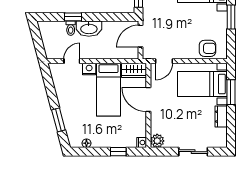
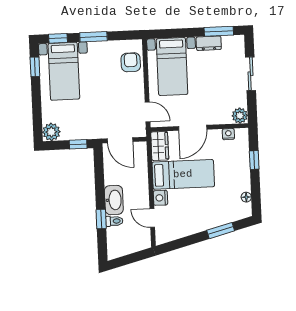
window: (231, 92) -> (219, 31), moved
nightstand: (142, 143) -> (228, 134), moved

